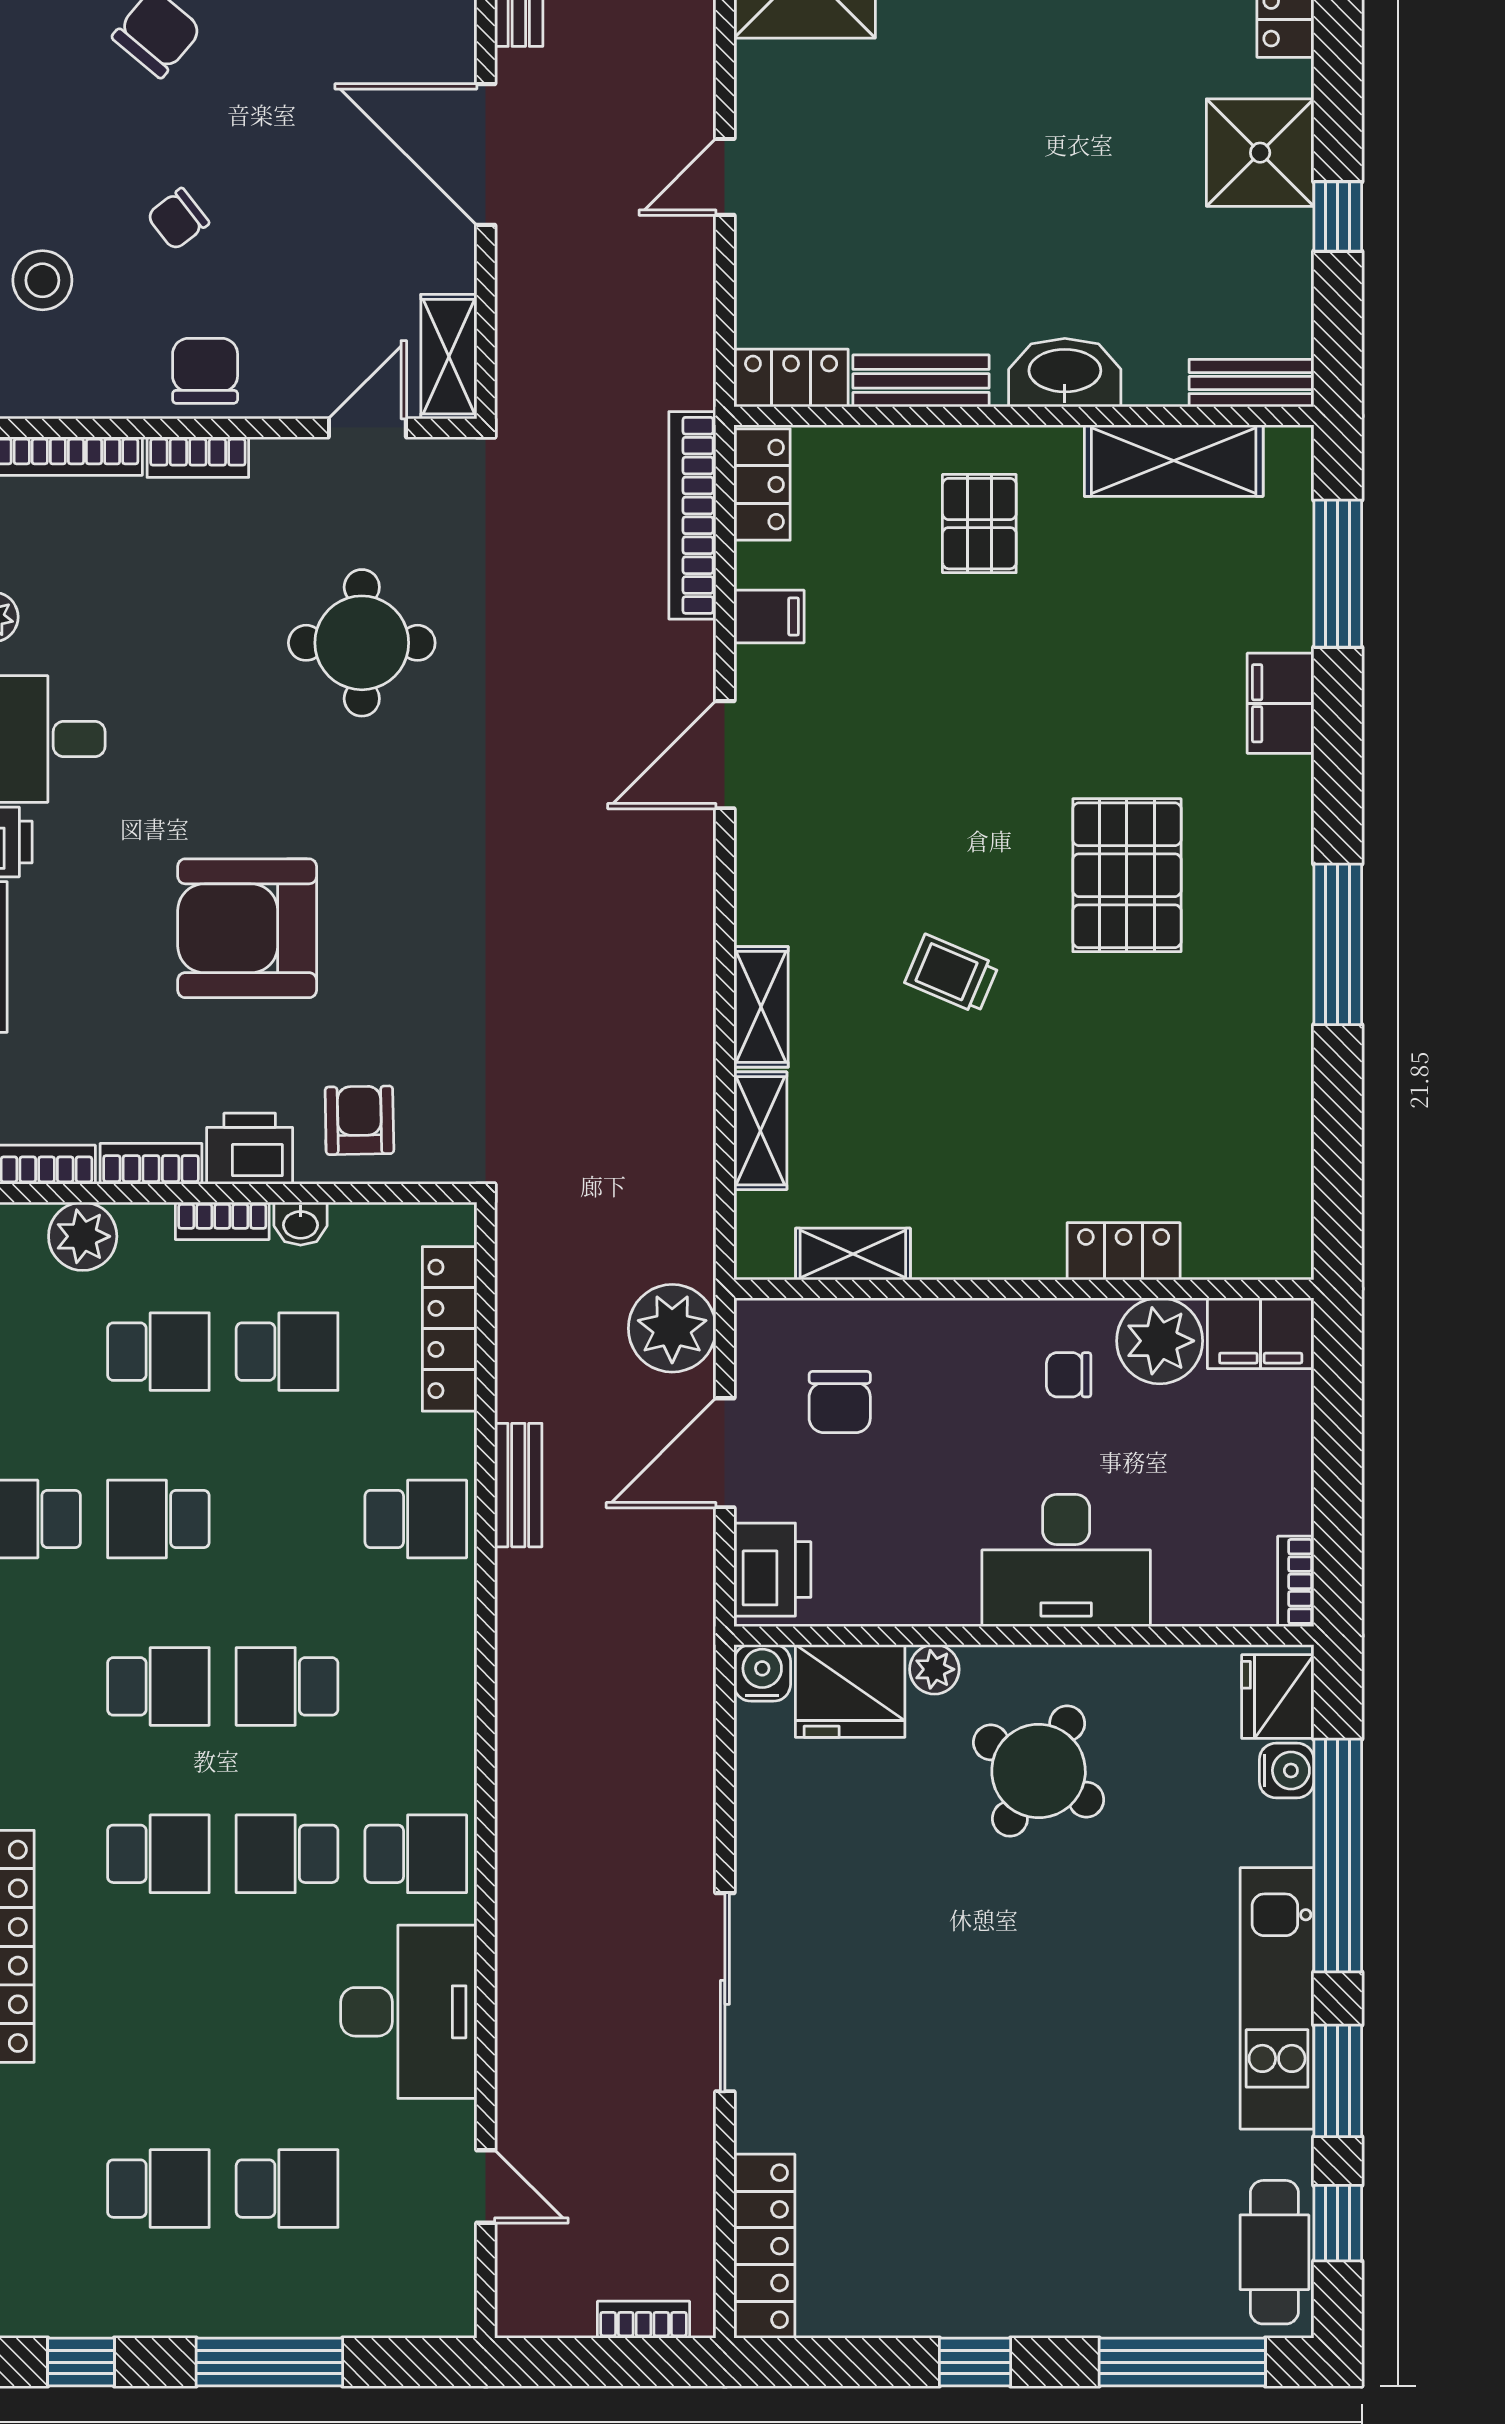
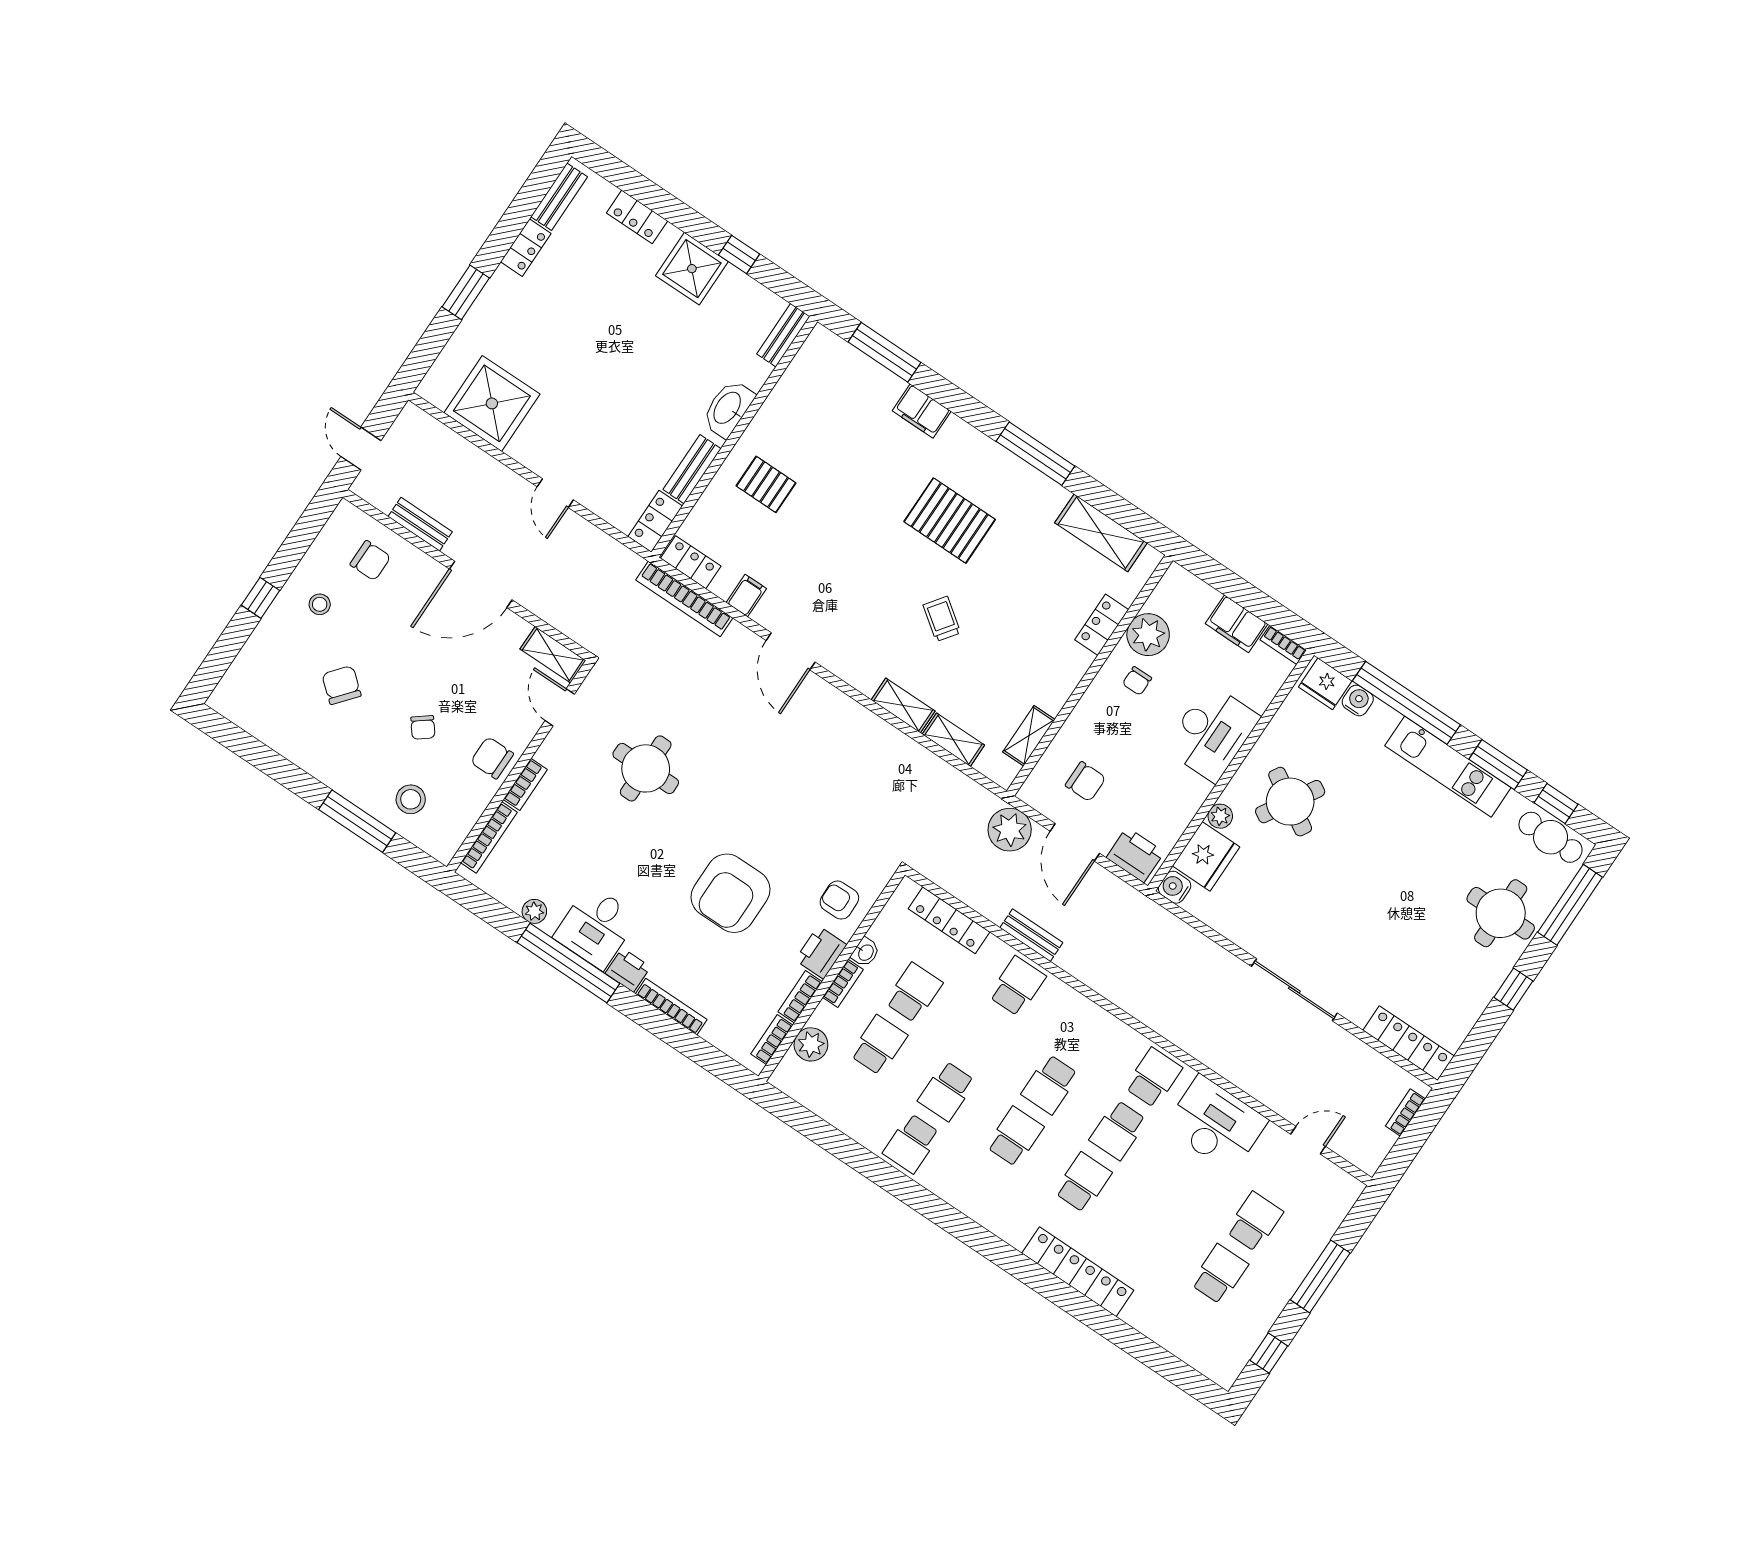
shelving: (1174, 461) -> (1101, 533), moved, turned 90
trolley: (952, 974) -> (942, 619), turned 103
filing cabinet: (1261, 1333) -> (1237, 624), moved, turned 90
round table: (1089, 2254) -> (1501, 913), added

